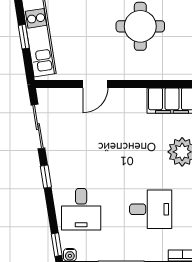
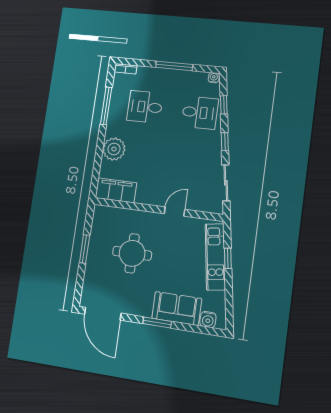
desk: (81, 209) -> (200, 113), turned 90
window: (57, 245) -> (224, 105), moved

